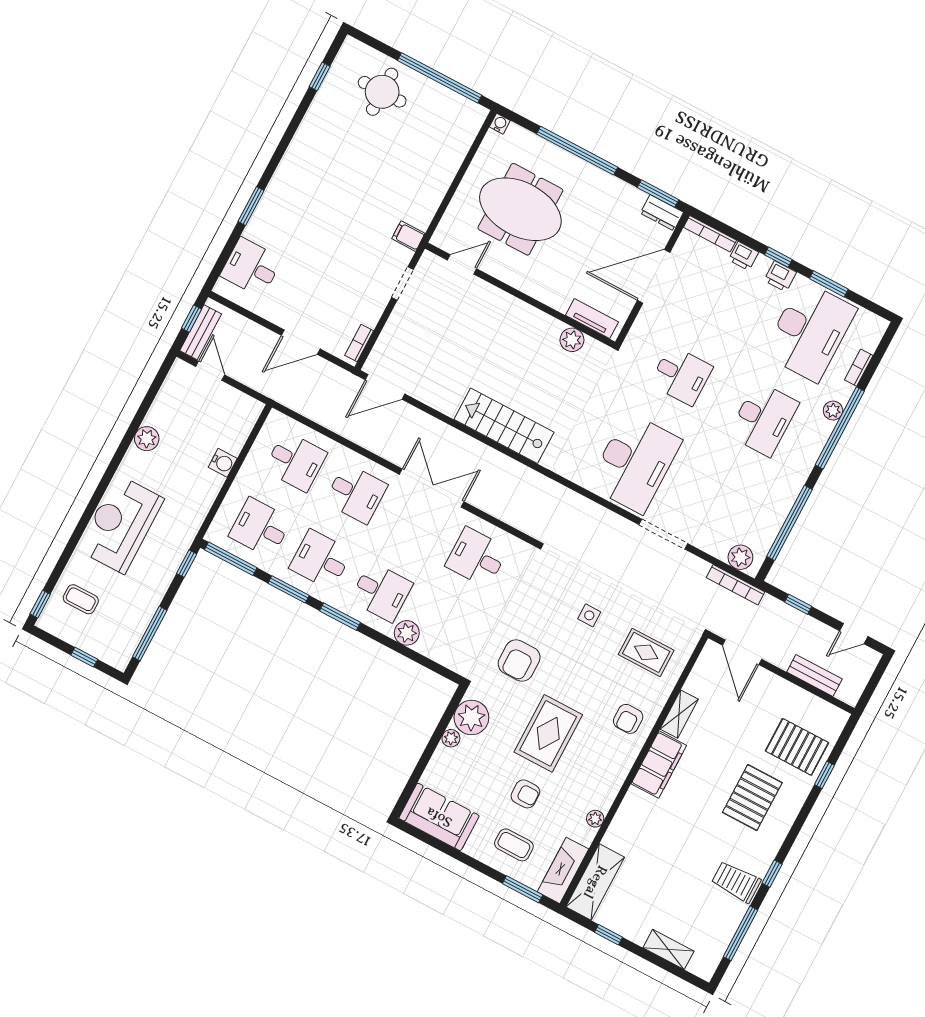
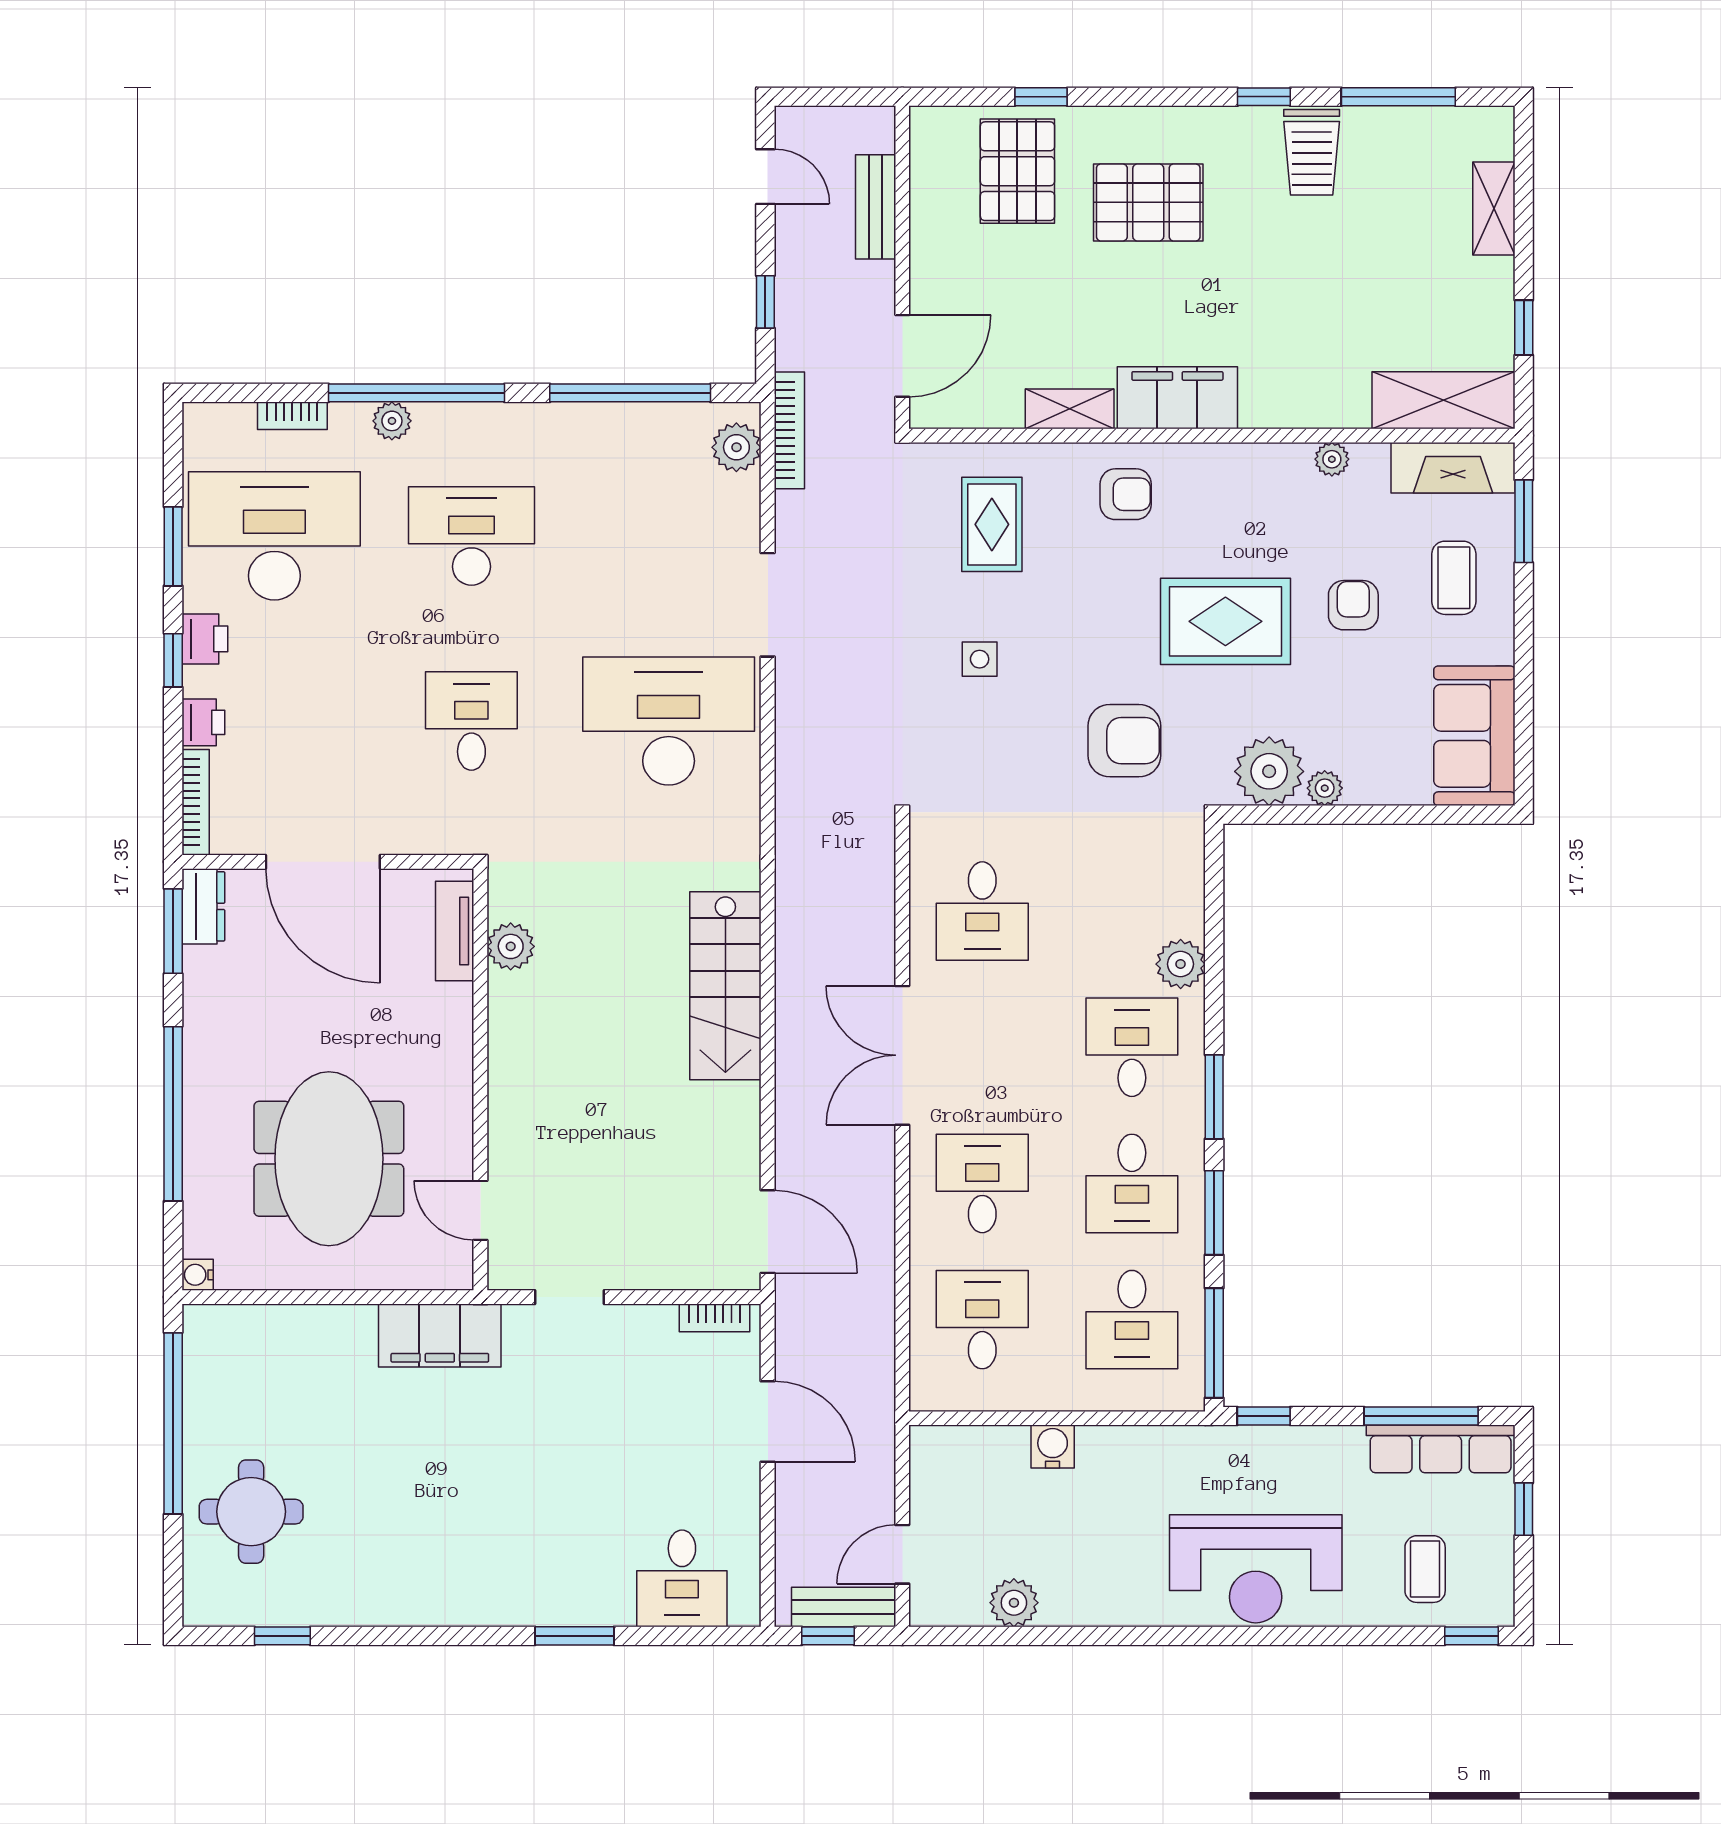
filing cabinet: (408, 236) -> (440, 1336), width x3.00, depth x1.17
plant: (147, 439) -> (1014, 1603), moved
row of seats: (130, 634) -> (1441, 1449), added

